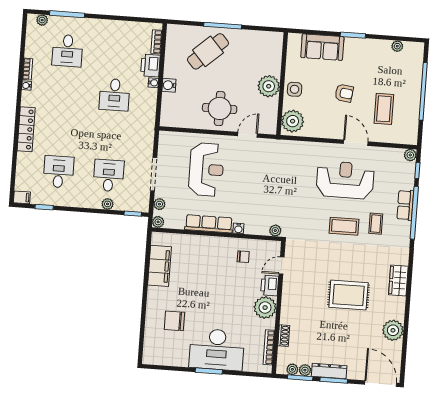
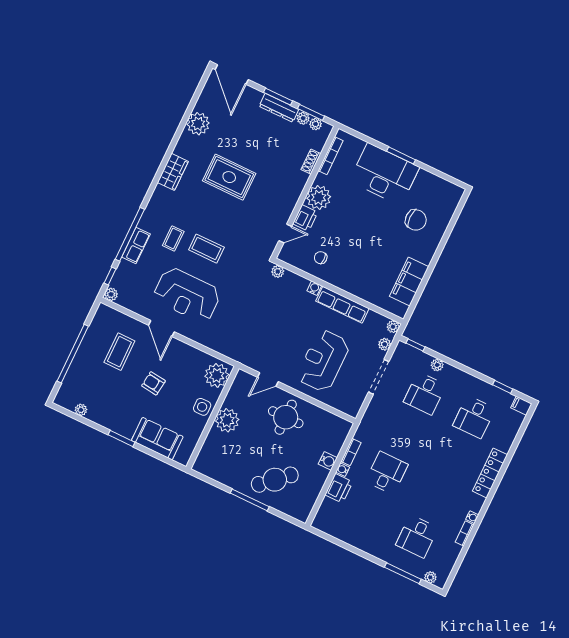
bookcase: (156, 42) -> (351, 452), moved
desk: (67, 51) -> (417, 536), turned 180

